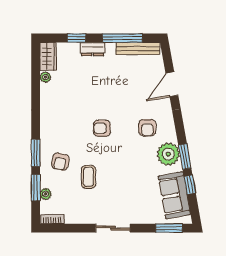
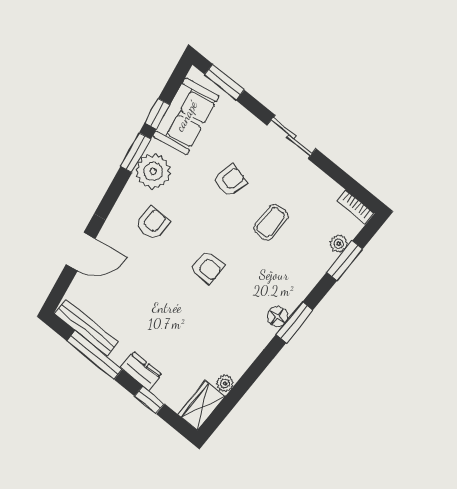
floor lamp: (47, 132) -> (277, 317), added
window: (36, 153) -> (294, 322), moved
armchair: (60, 162) -> (230, 181), moved

